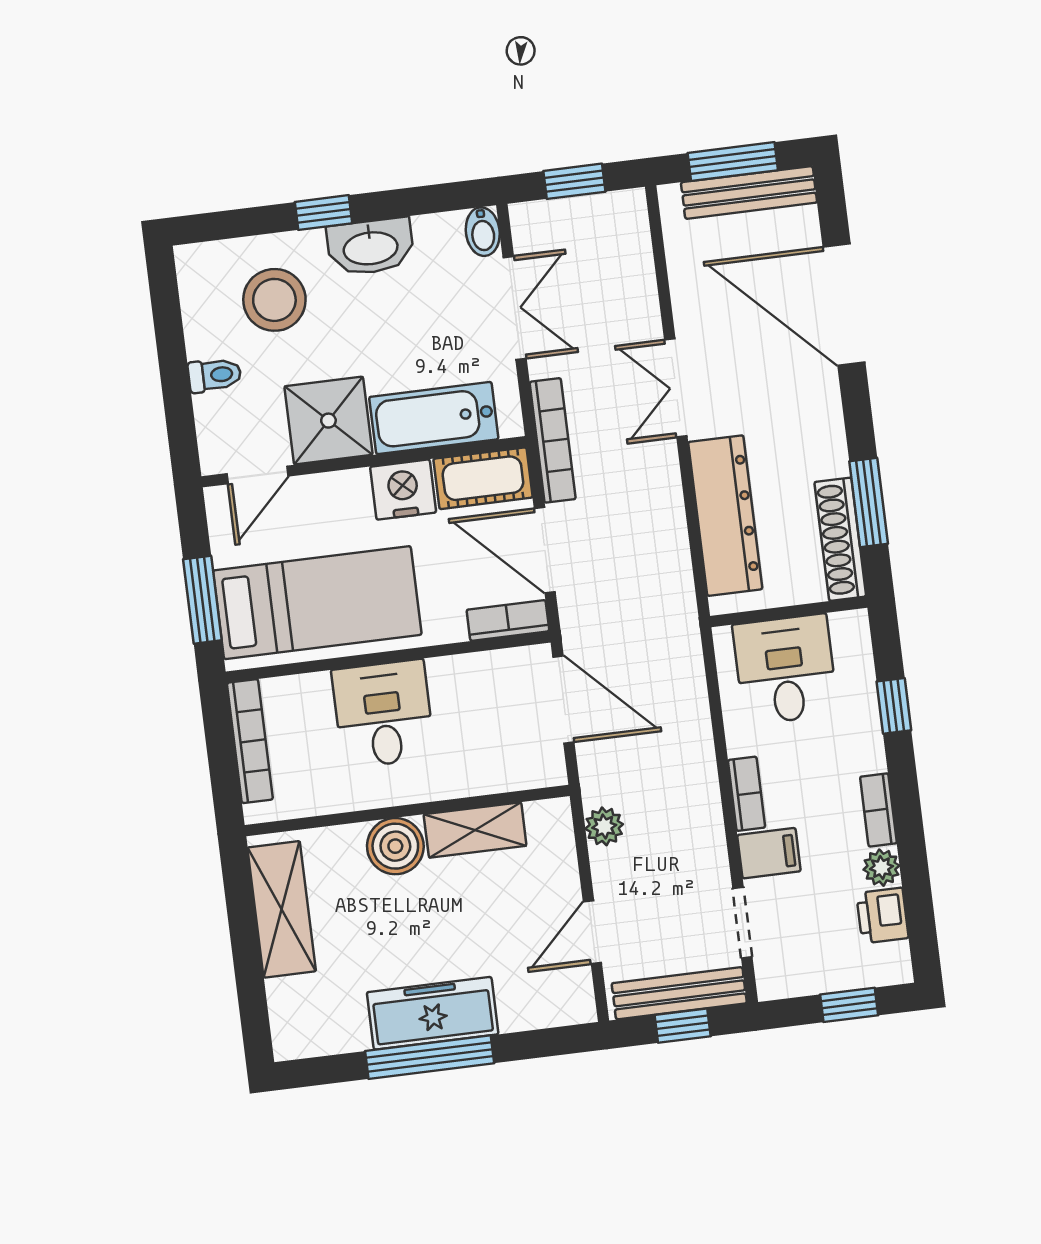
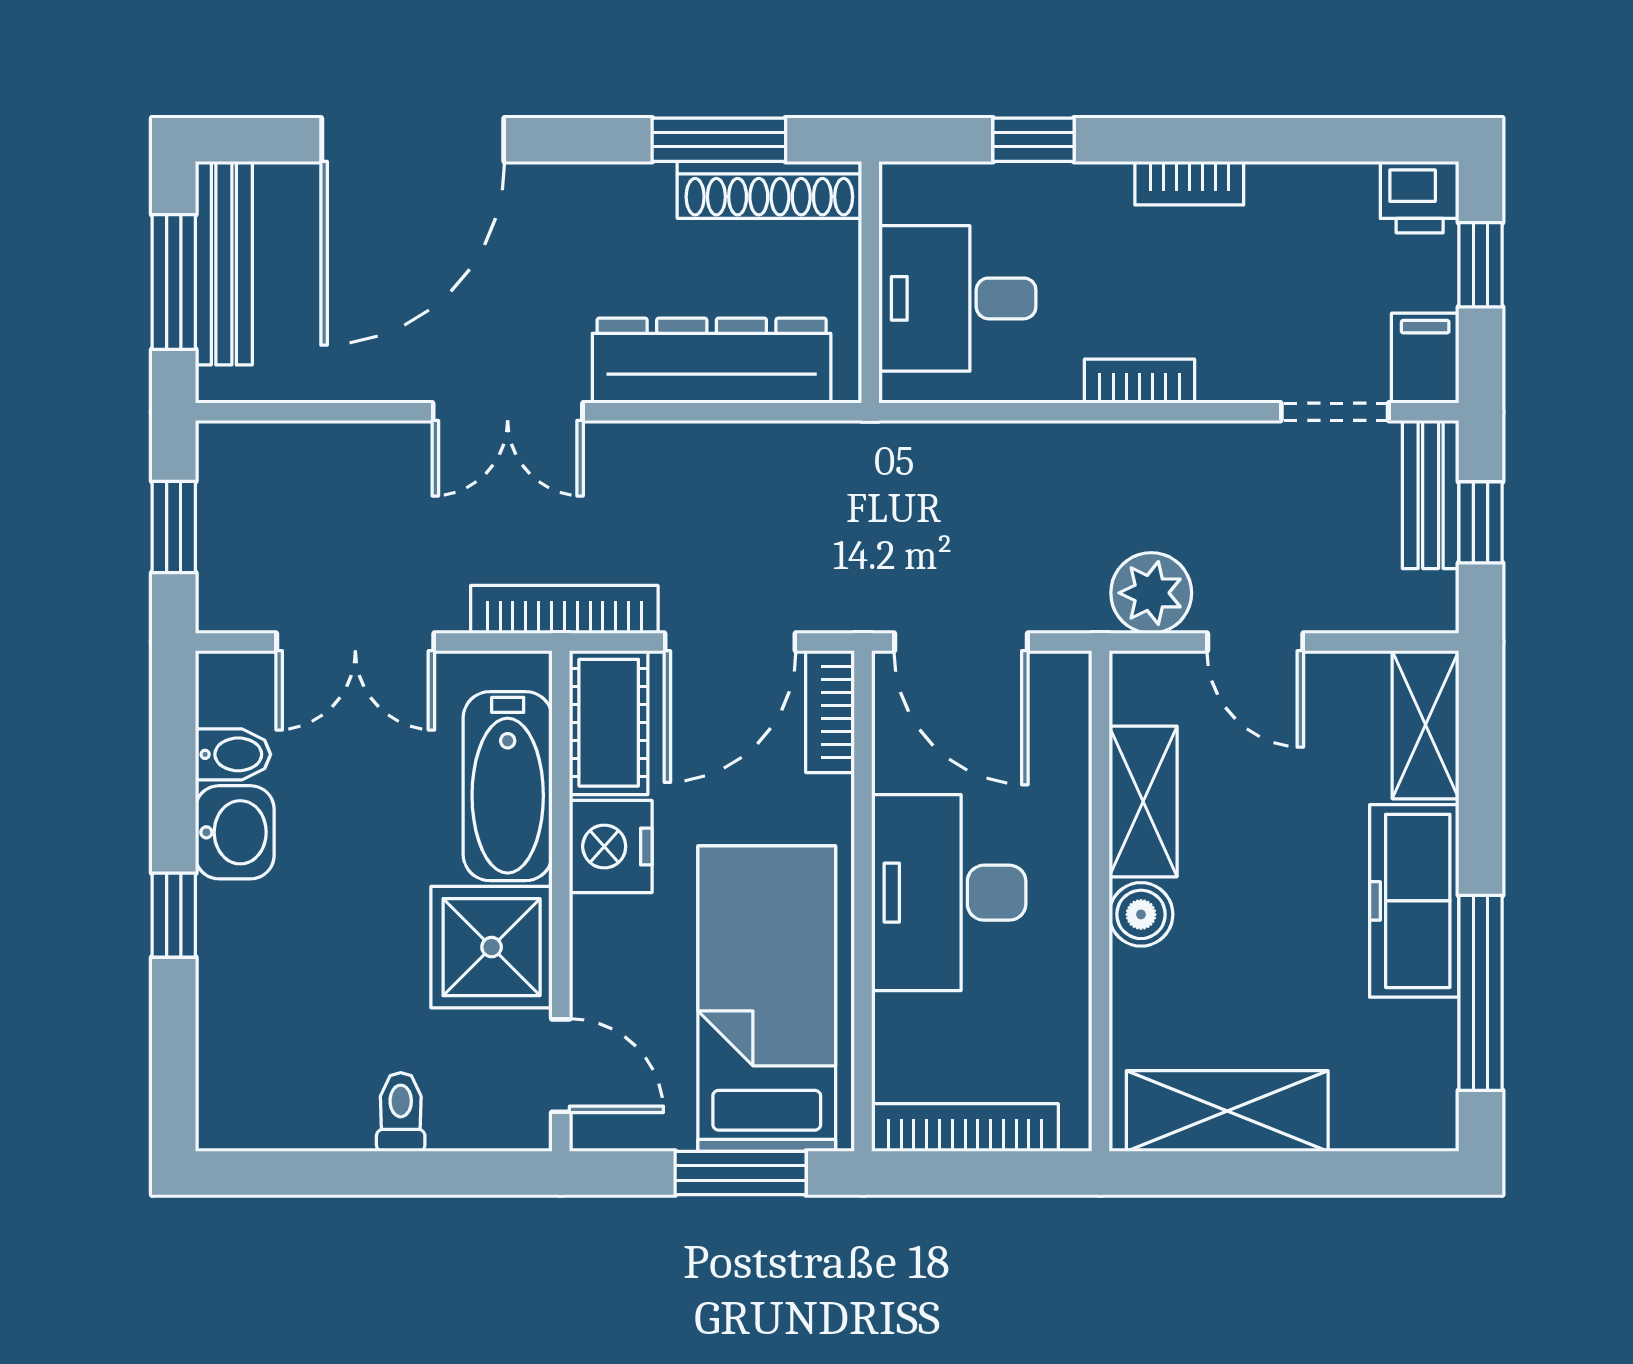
bidet: (483, 232) -> (233, 754), moved
washbasin: (370, 247) -> (235, 832), width x0.72
stool: (274, 300) -> (297, 1007), removed
double door: (515, 308) -> (355, 642), swing flipped
door: (563, 699) -> (961, 642), swing flipped
desk: (383, 714) -> (949, 893), width x1.37
plant: (604, 826) -> (1151, 593), width x1.38, depth x1.38
boiler: (395, 846) -> (1141, 914), width x0.73, depth x0.73
filing cabinet: (769, 853) -> (1425, 358), moved
plant: (881, 868) -> (1278, 189), removed
printer: (882, 916) -> (1420, 197), moved
door: (592, 932) -> (1255, 642), moved
bench: (679, 993) -> (1431, 494), width x0.73
shelving: (547, 1006) -> (1426, 725), added
window: (430, 1057) -> (1480, 993), moved

